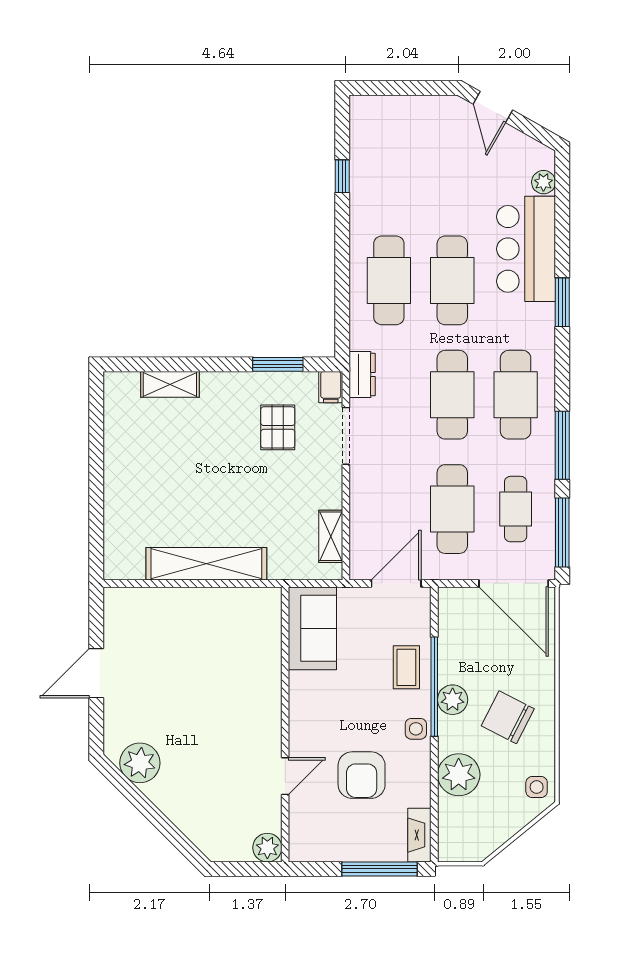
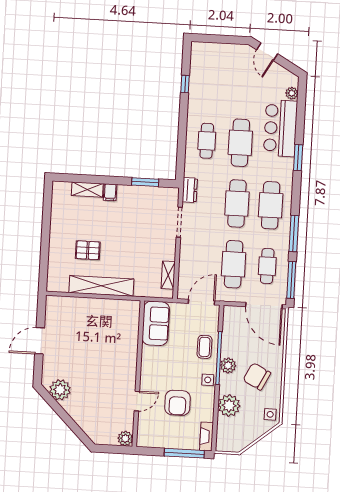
cafe table: (389, 280) -> (207, 141), width x0.73, depth x0.74
filing cabinet: (331, 387) -> (110, 192), moved
pallet: (278, 427) -> (88, 250), moved, turned 90

